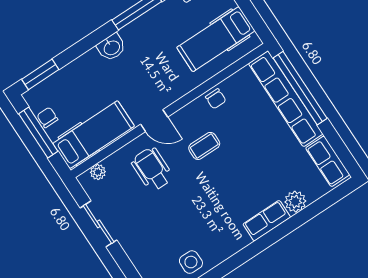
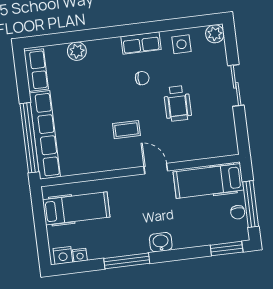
chair: (216, 99) -> (142, 78), moved, turned 90
wheelchair: (152, 169) -> (178, 103), moved
plant: (98, 172) -> (219, 150), removed
row of seats: (267, 221) -> (141, 43), moved
sliding door: (99, 224) -> (236, 85), moved

